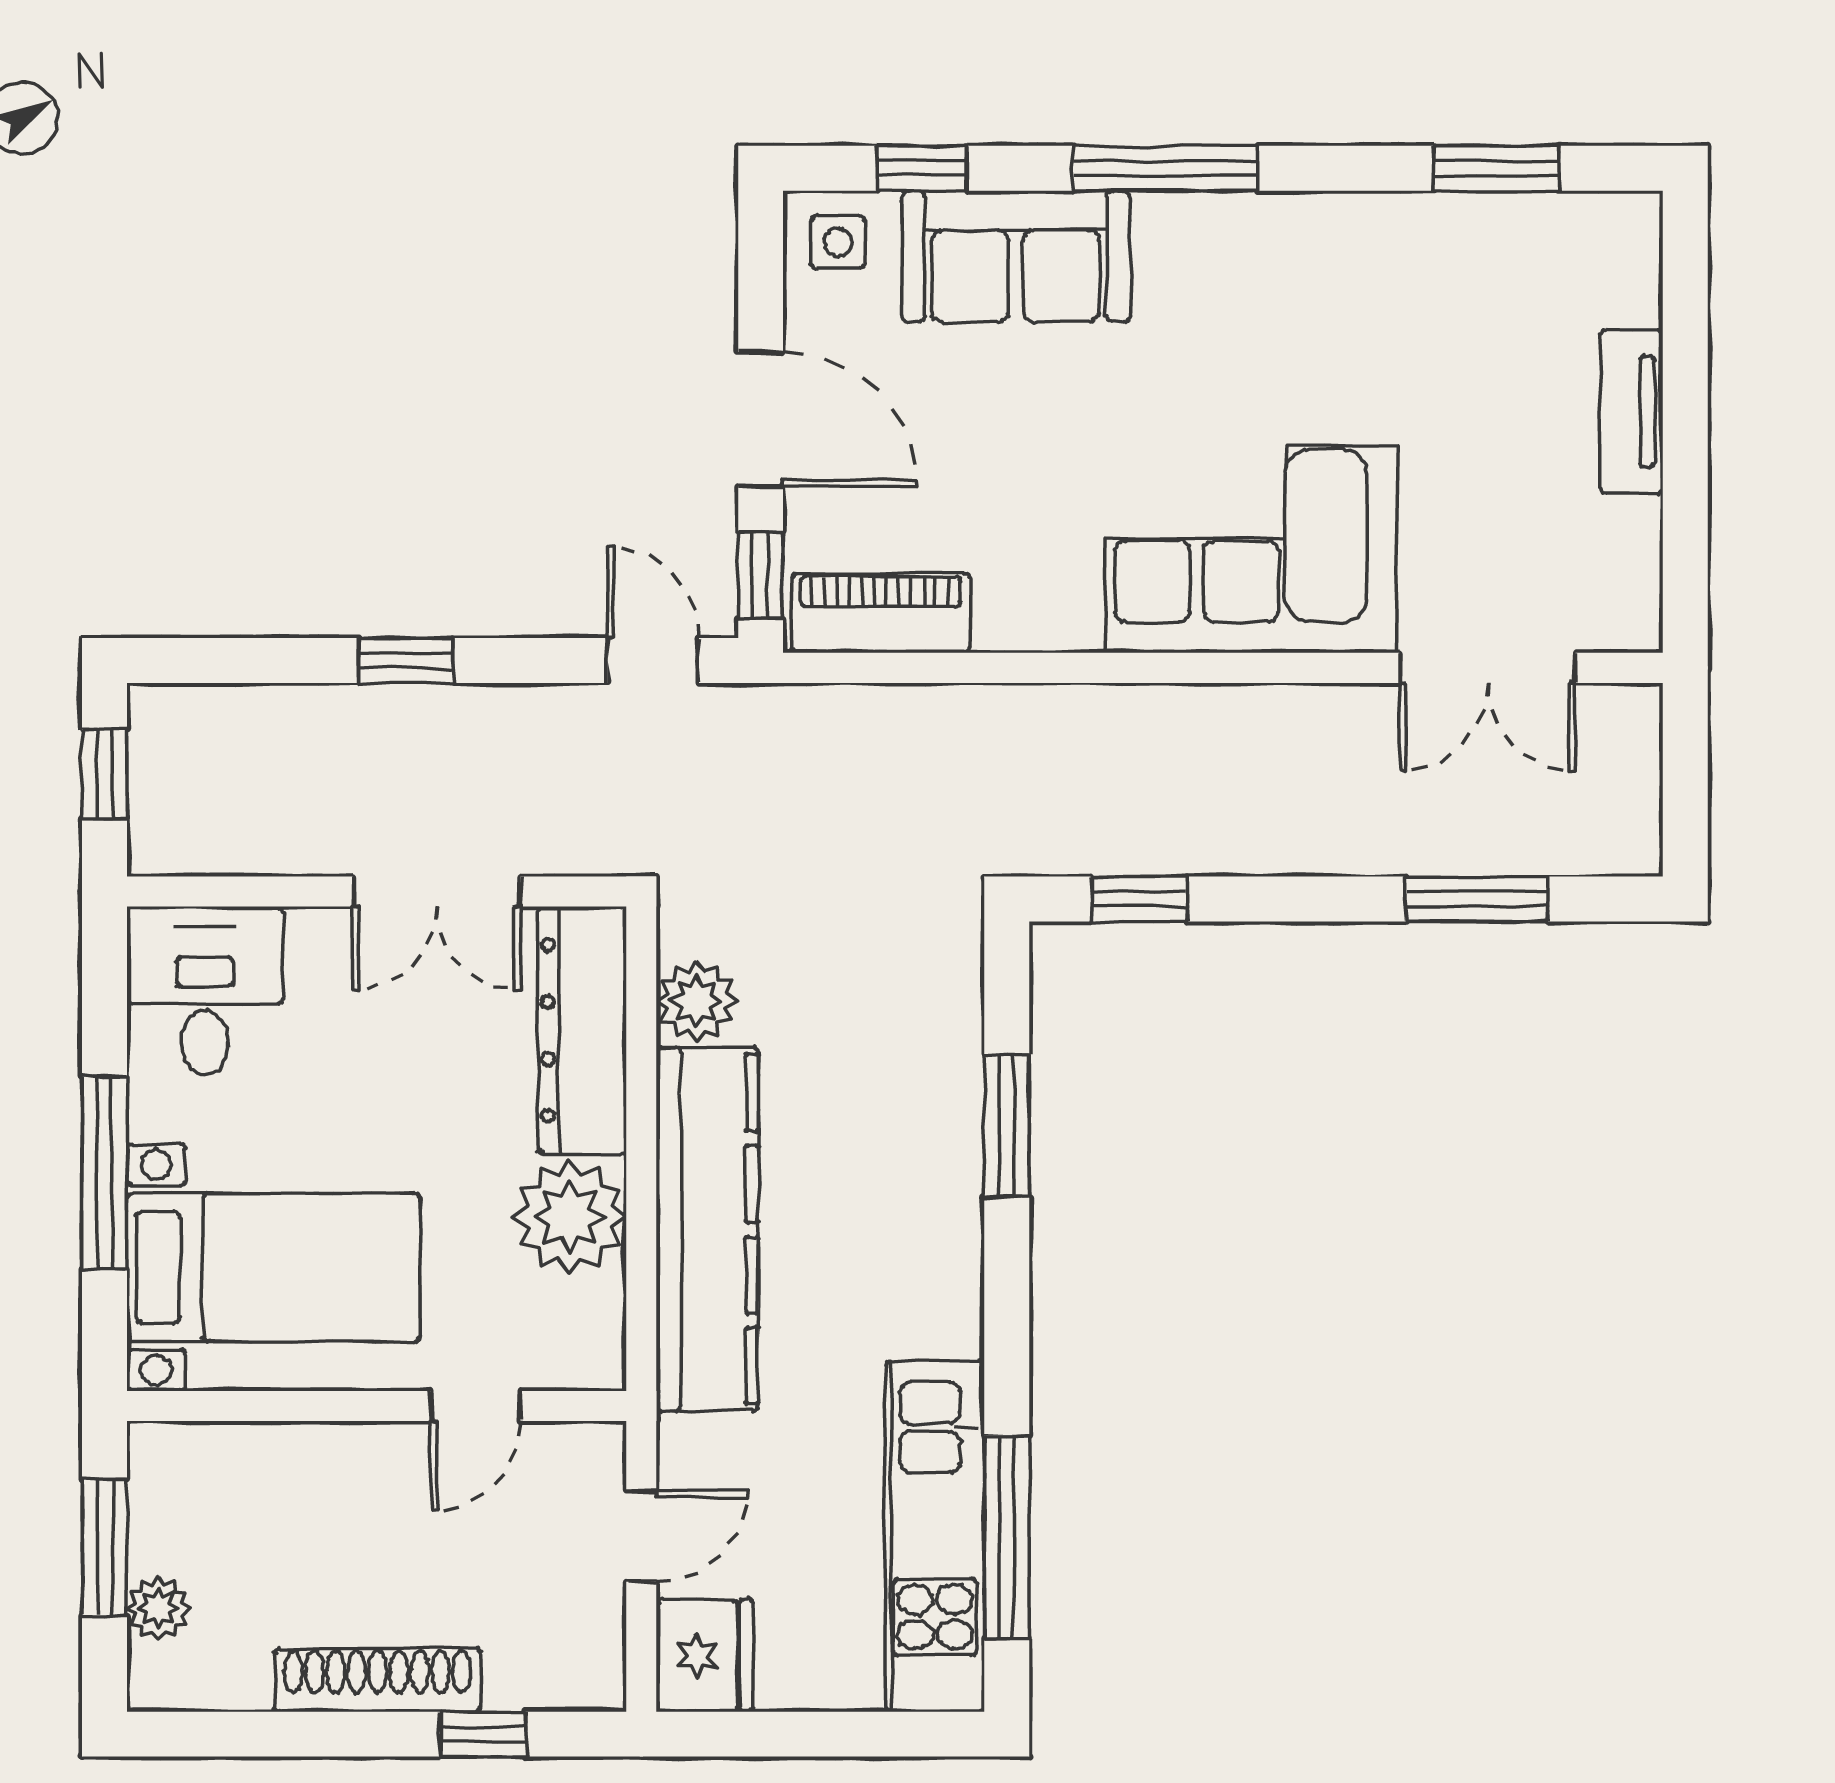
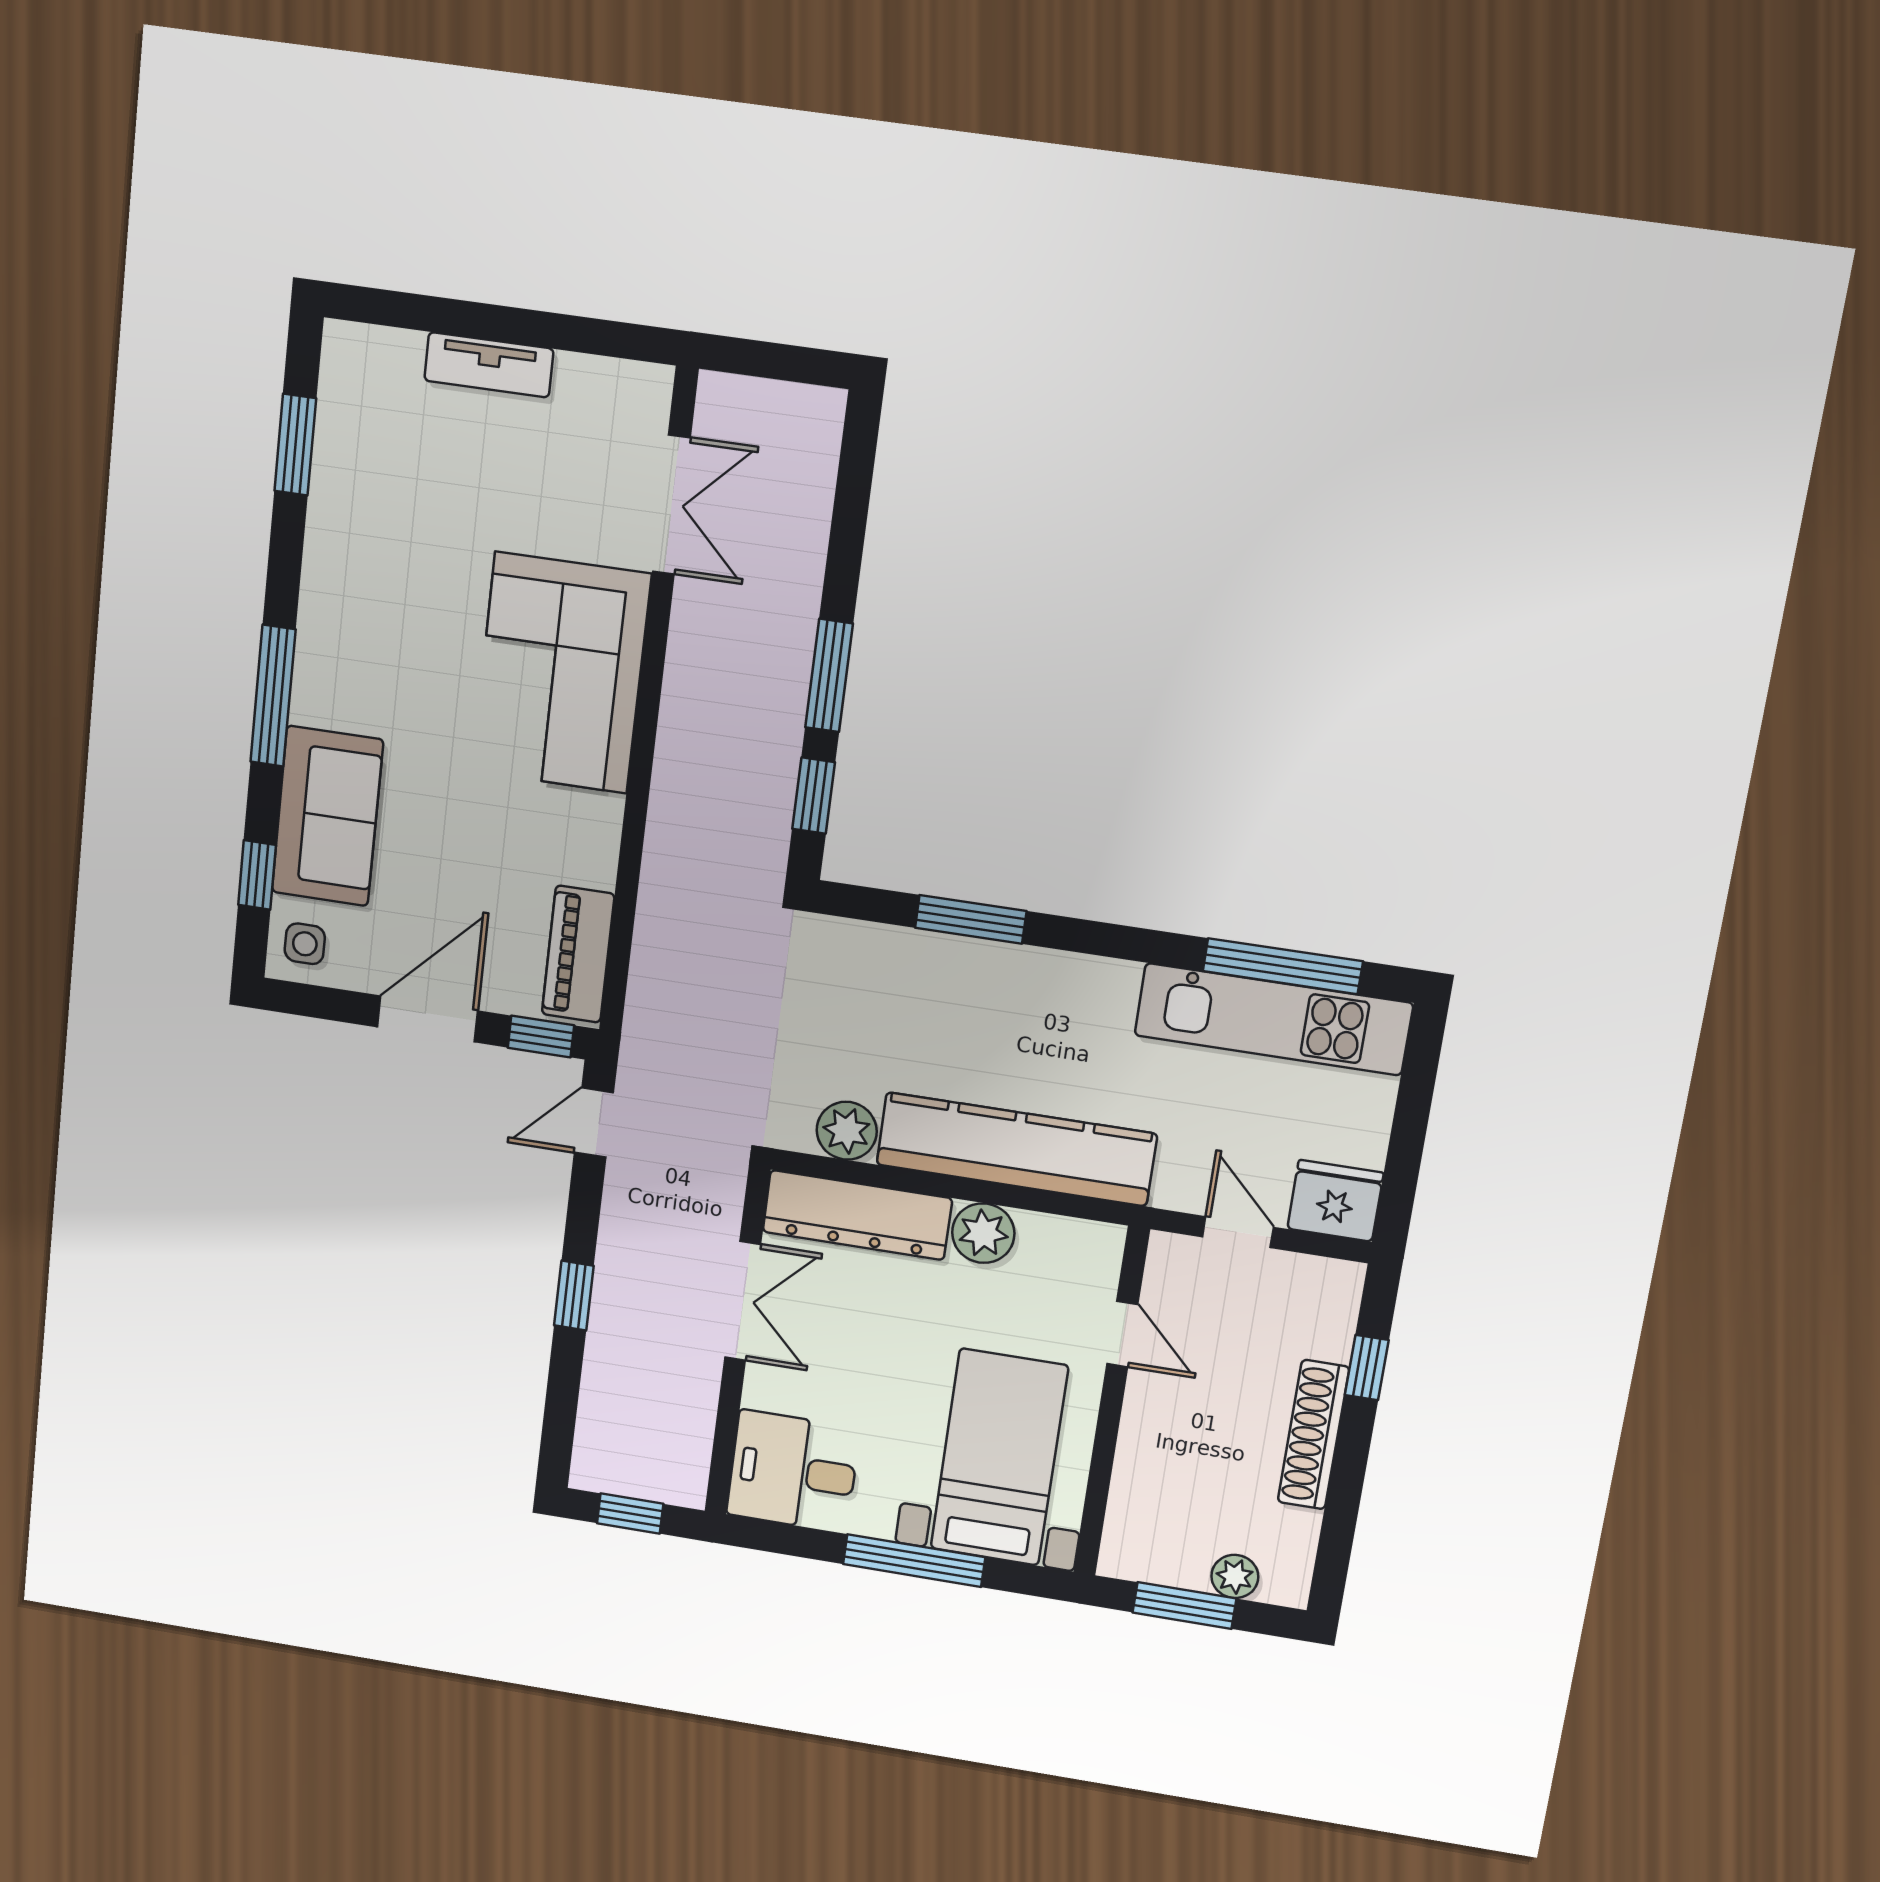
window: (1477, 899) -> (829, 676), moved
plant: (570, 1217) -> (983, 1233), width x0.73, depth x0.73

